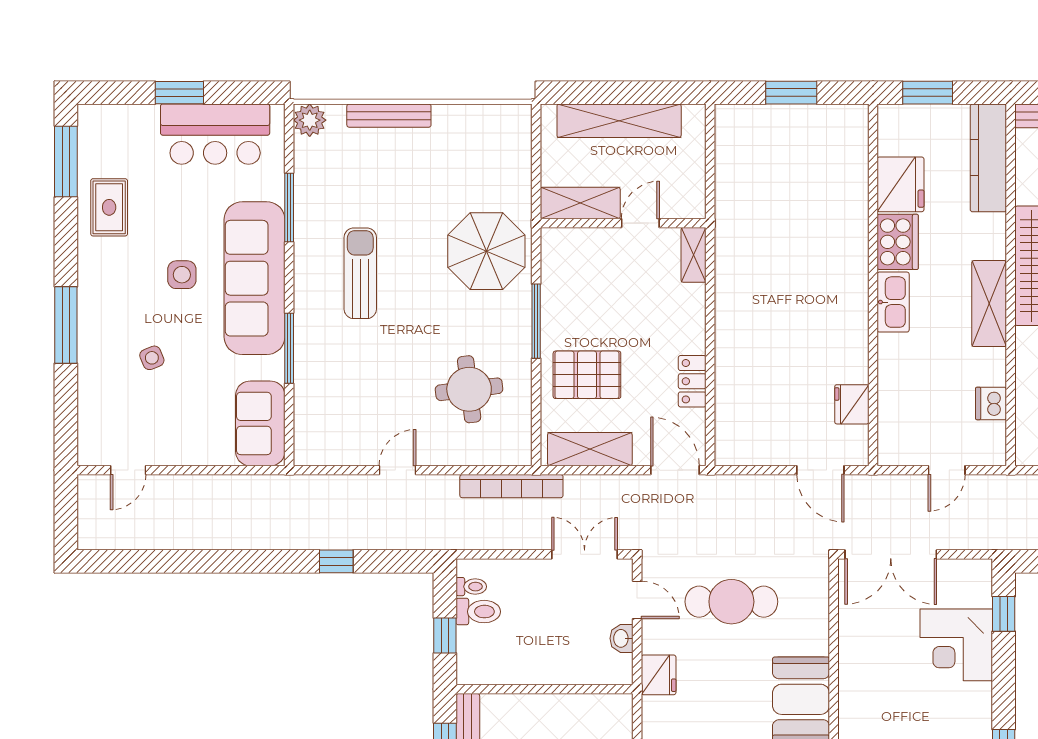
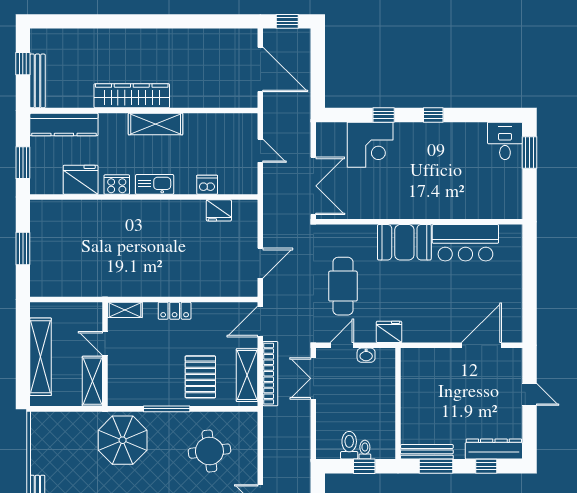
cooker: (898, 242) -> (117, 185), width x0.73, depth x0.76
locker: (692, 381) -> (175, 311), moved
dishwasher: (991, 403) -> (207, 185), moved, turned 180
door: (820, 470) -> (260, 263), moved
bookcase: (511, 486) -> (270, 374), moved
toilet: (471, 587) -> (365, 450), moved
window: (1004, 614) -> (384, 115), moved

